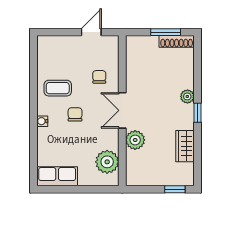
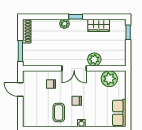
window: (166, 32) -> (20, 51), moved

